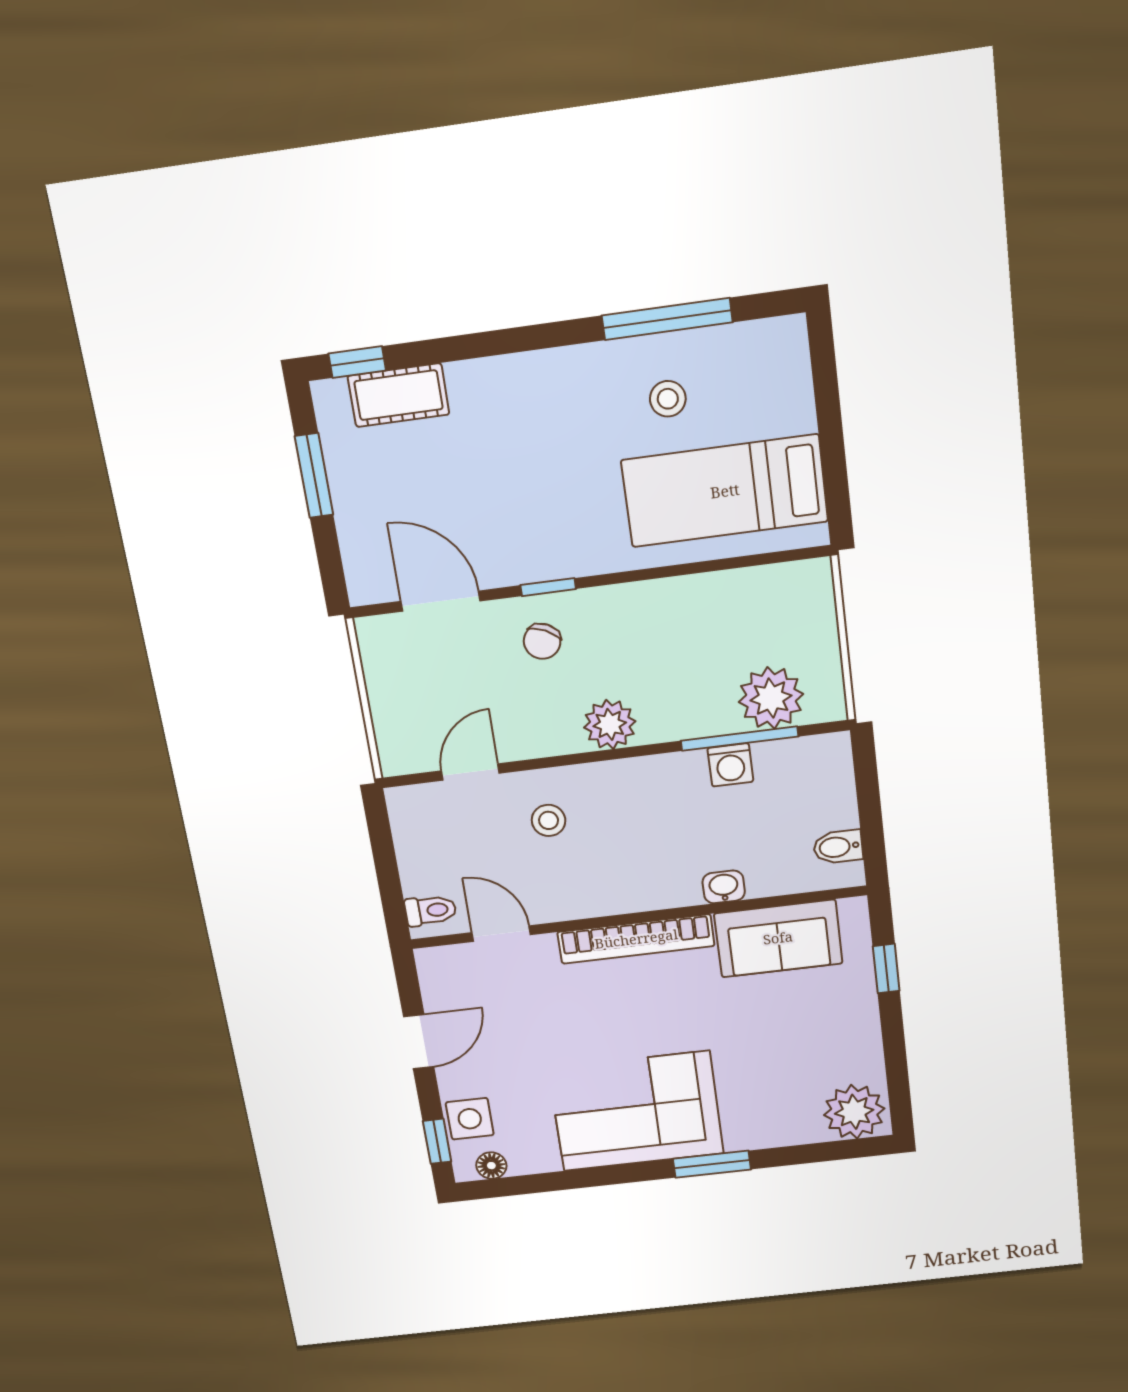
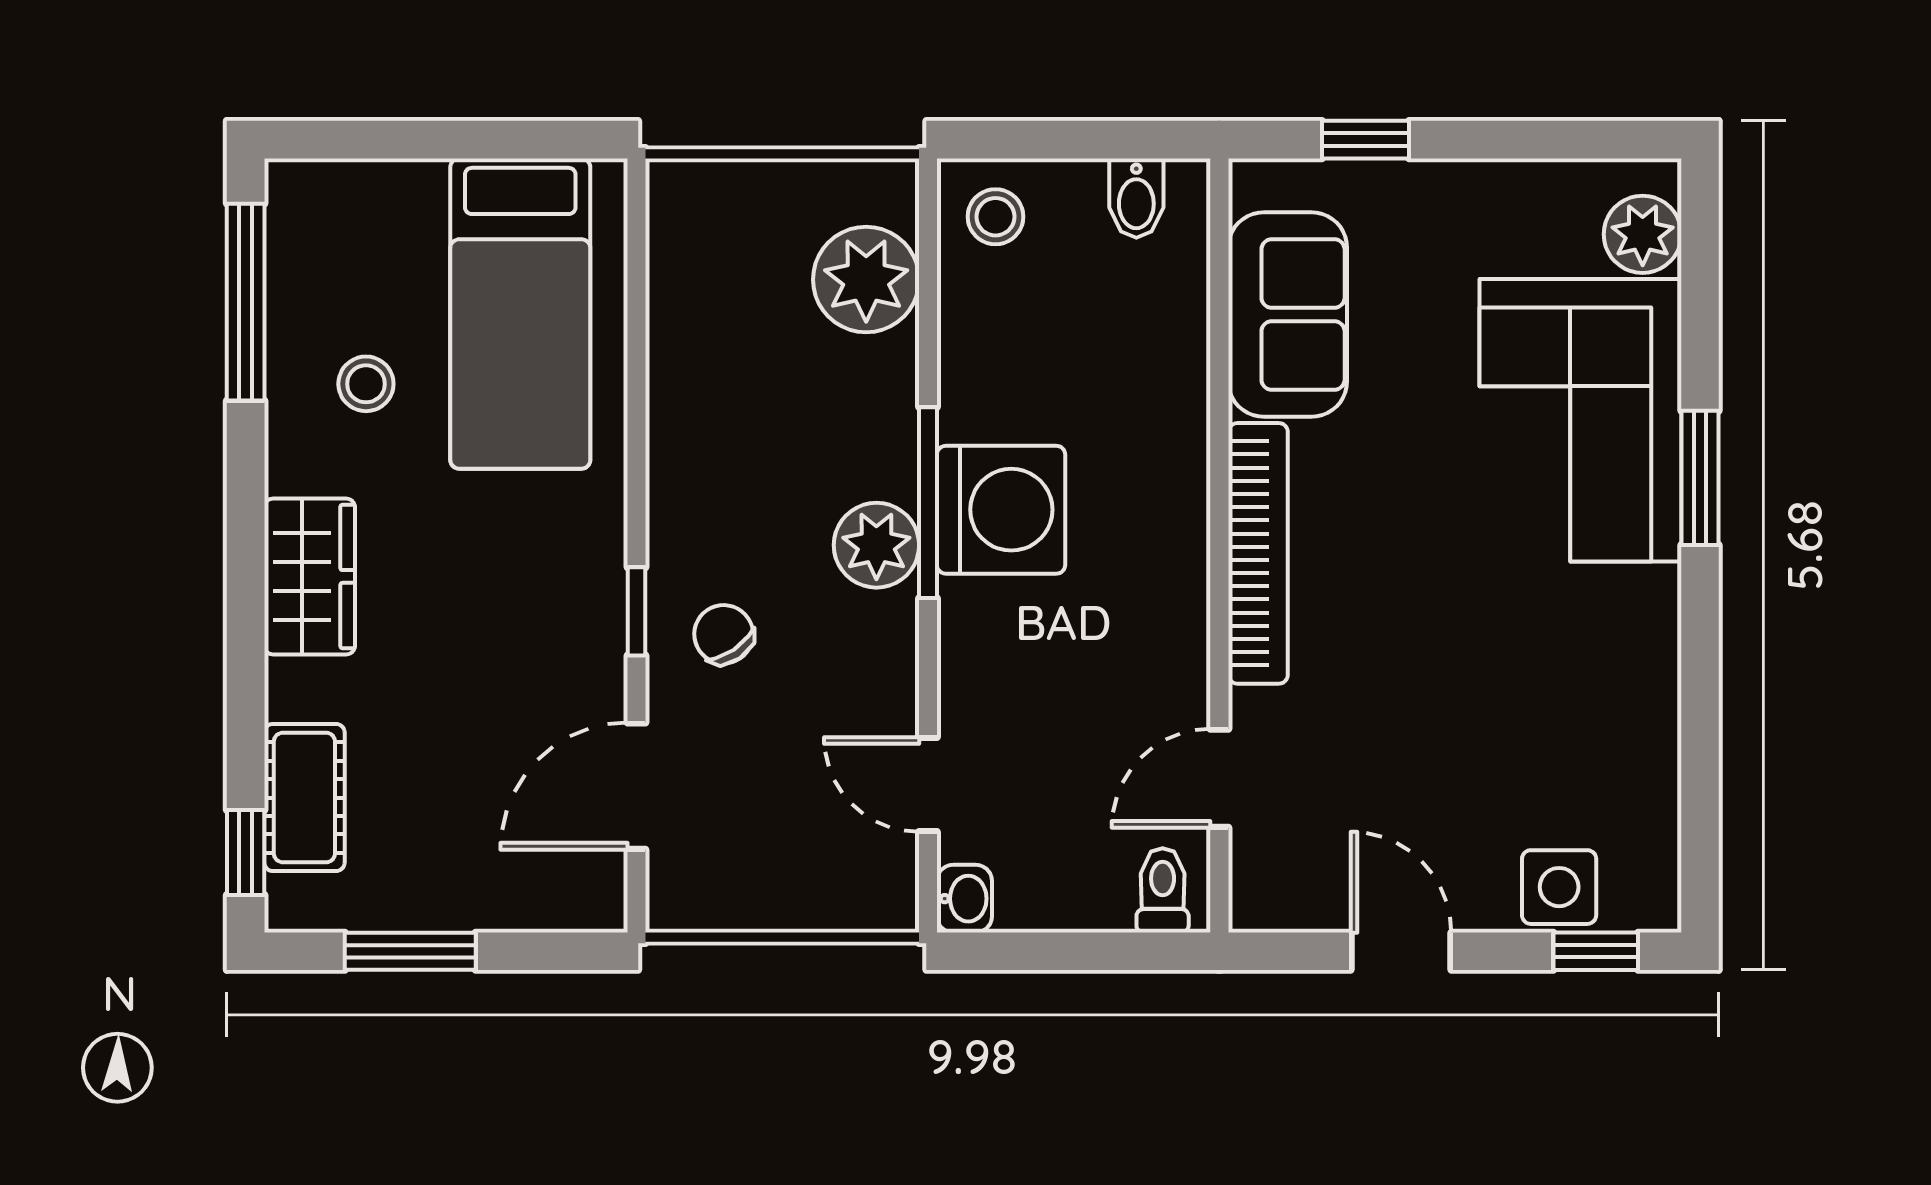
window: (667, 319) -> (246, 302), moved
wardrobe: (540, 379) -> (310, 576), added
chair: (542, 641) -> (724, 634), turned -150
window: (739, 739) -> (928, 503), moved
washing machine: (730, 765) -> (1001, 510), moved, width x1.89, depth x1.89
stool: (549, 820) -> (995, 217), moved
washbasin: (724, 887) -> (964, 899), moved, turned 180
corner sofa: (636, 1111) -> (1580, 420), moved
plant: (854, 1112) -> (1643, 234), width x0.73, depth x0.73
floor lamp: (491, 1166) -> (1655, 864), removed

